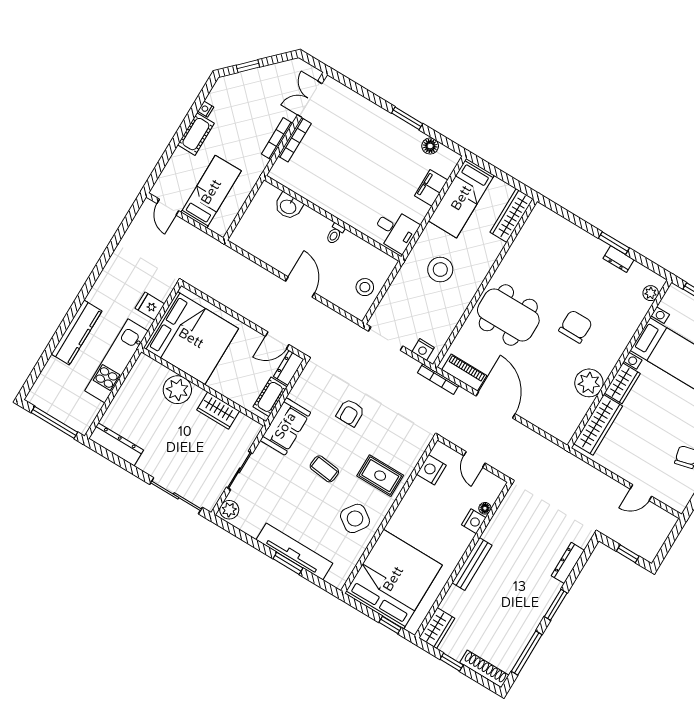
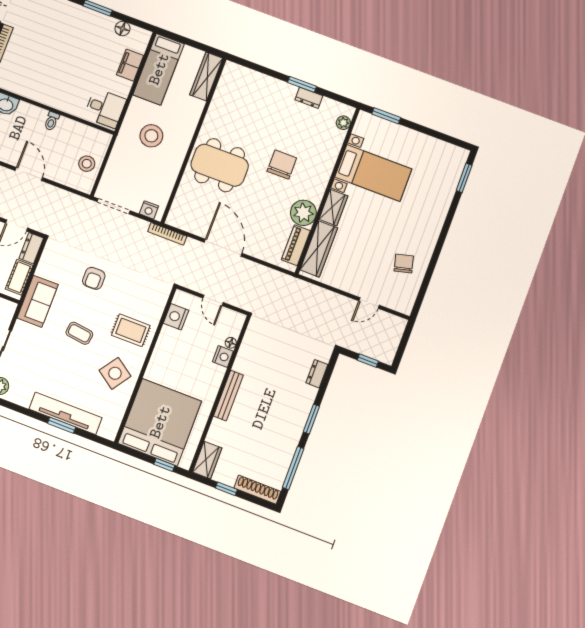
piano: (464, 373) -> (296, 245), moved, turned -90
dresser: (568, 563) -> (317, 374), width x0.70

